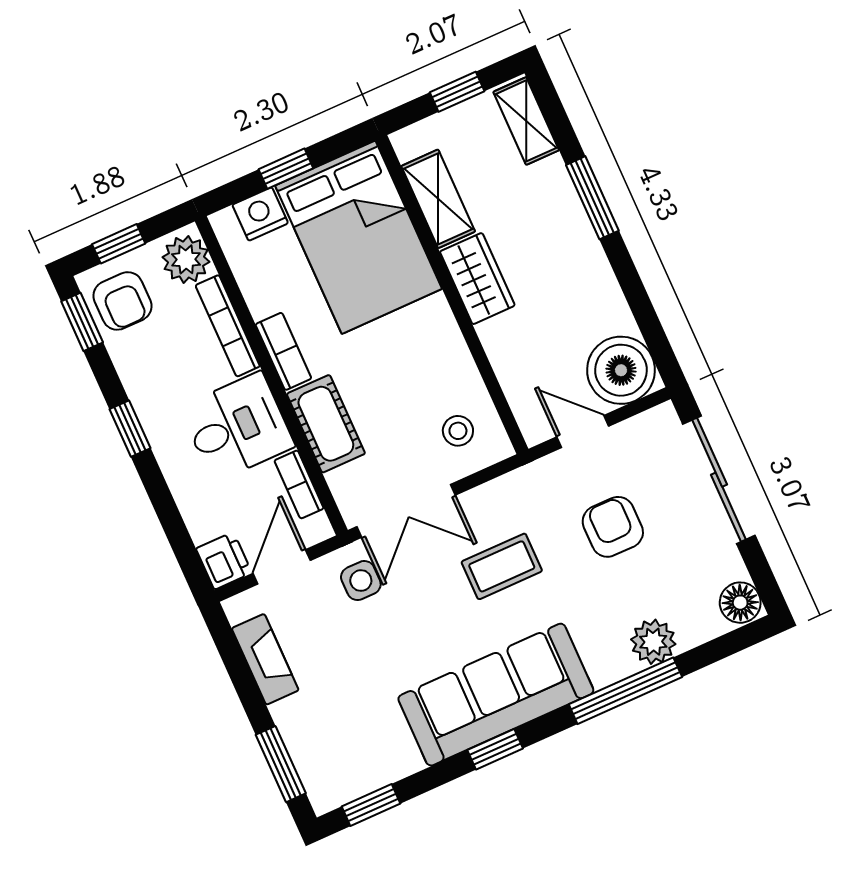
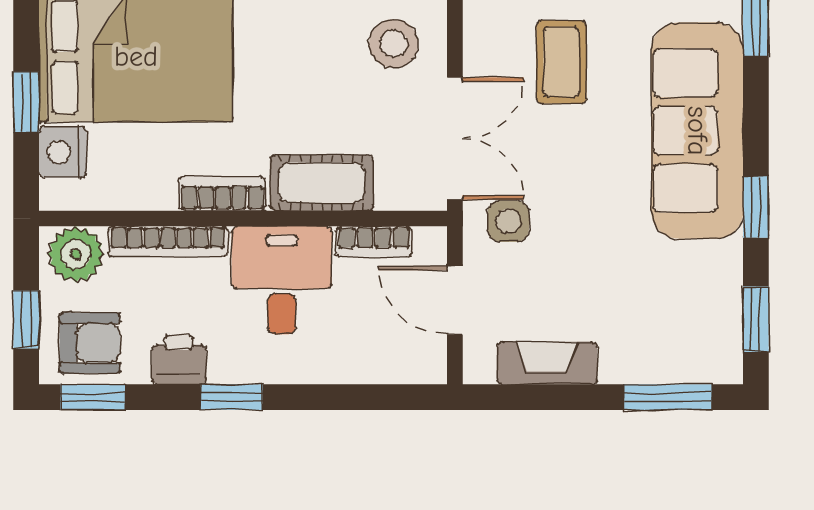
stool: (458, 431) -> (393, 43), width x1.37, depth x1.37
printer: (224, 561) -> (179, 360), moved
window: (495, 749) -> (756, 207), moved

